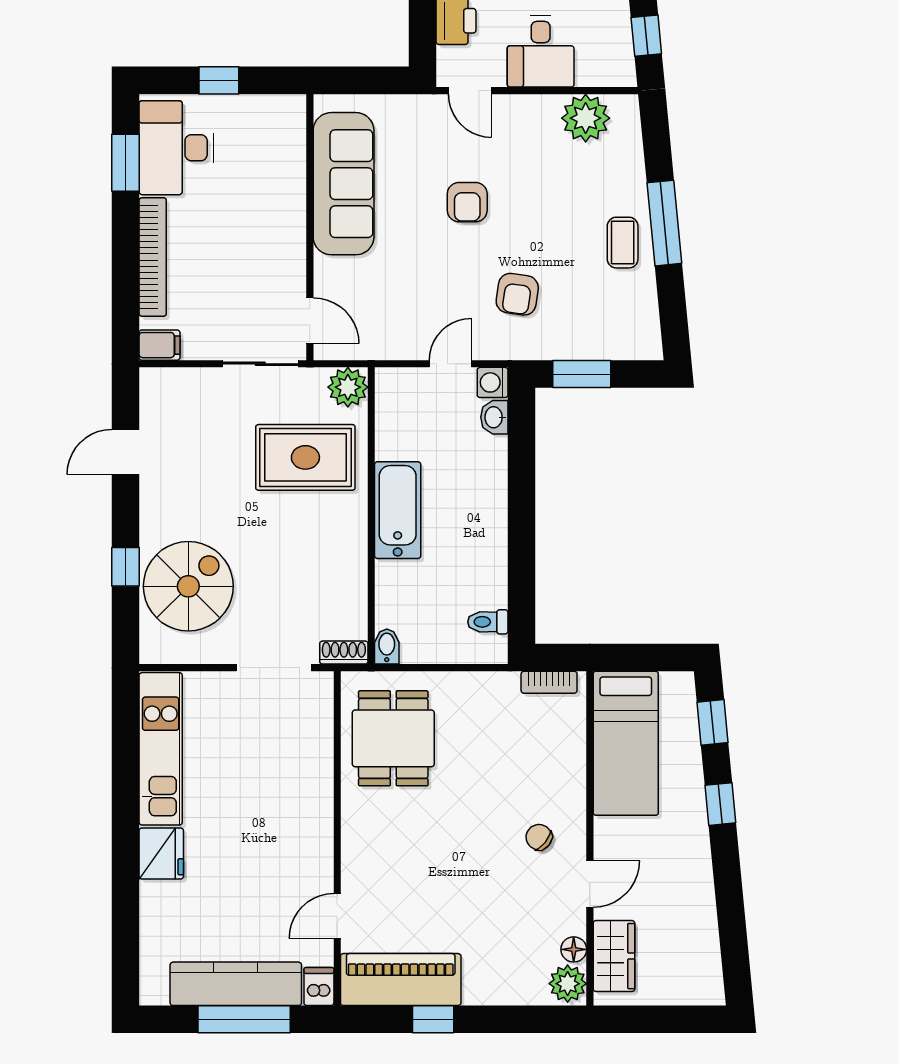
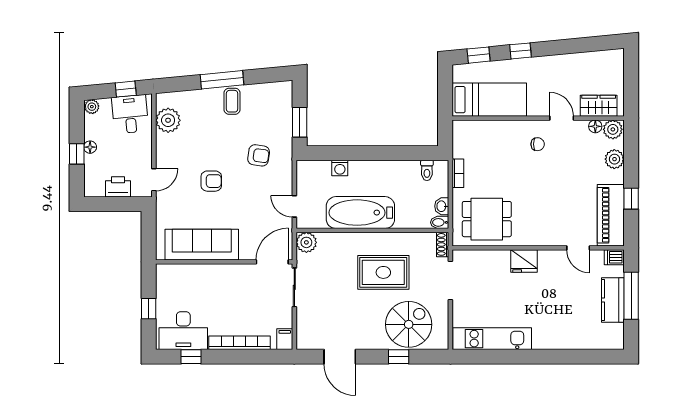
desk: (541, 51) -> (130, 114), moved, turned -96
window: (125, 163) -> (191, 357), width x0.67
coffee table: (623, 243) -> (232, 101), turned 90
door: (310, 321) -> (272, 262), width x1.38
door: (450, 364) -> (294, 206), moved
washing machine: (493, 382) -> (340, 168), moved
washbasin: (494, 417) -> (442, 206), moved, turned 90
door: (125, 452) -> (340, 357), width x1.38
rug: (305, 457) -> (383, 272), moved, turned 90
bathtub: (398, 510) -> (360, 213), width x1.36, depth x1.36
spiral stairs: (188, 586) -> (409, 324), turned 90
bookcase: (549, 682) -> (458, 173), moved
chair: (539, 837) -> (538, 144), turned -129
fridge: (161, 853) -> (524, 261), moved, turned 180
kitchen counter: (236, 984) -> (613, 300), width x0.67
plant: (510, 987) -> (614, 159), added

